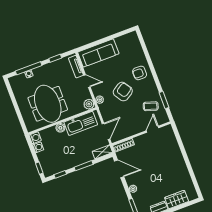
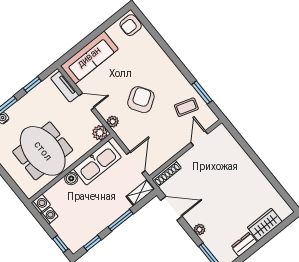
armchair: (140, 73) -> (131, 25), moved

